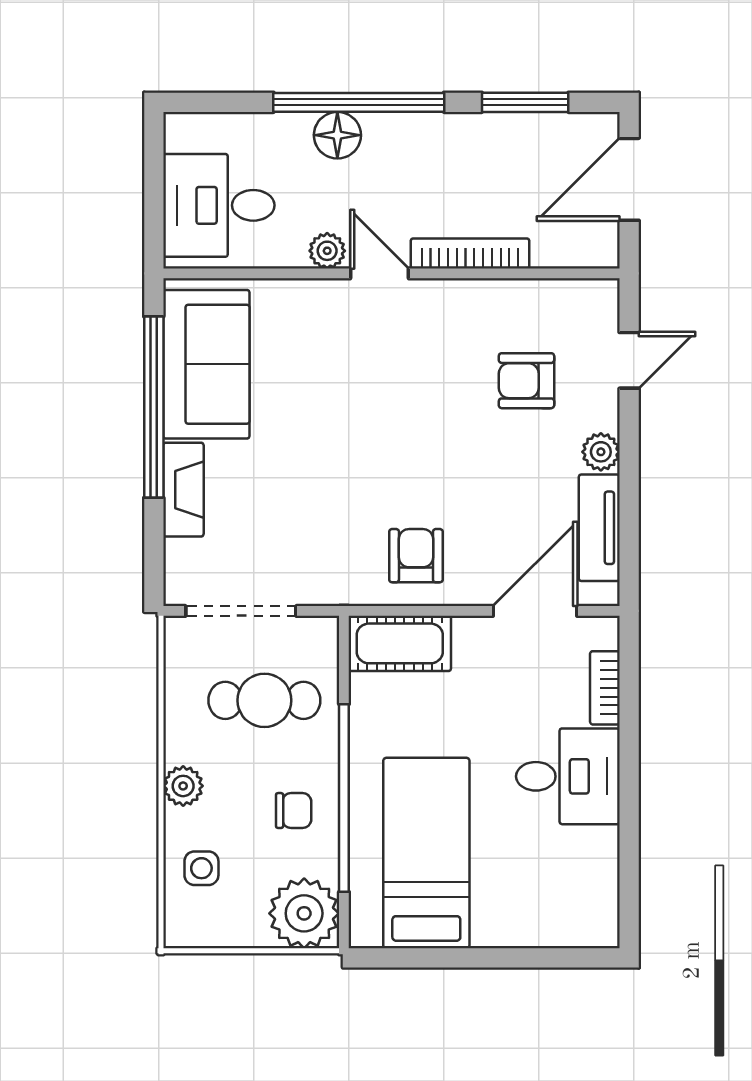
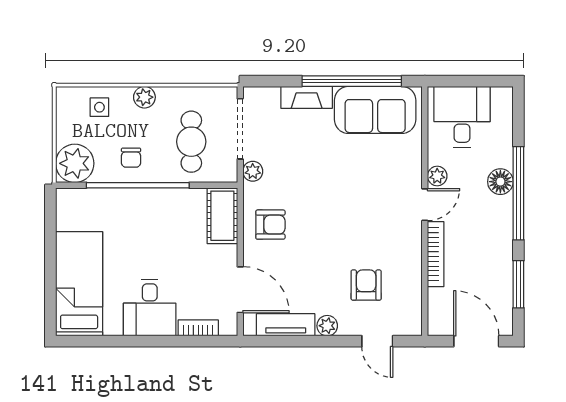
plant: (318, 588) -> (253, 171), added
bed: (426, 853) -> (79, 284), moved, turned -90

